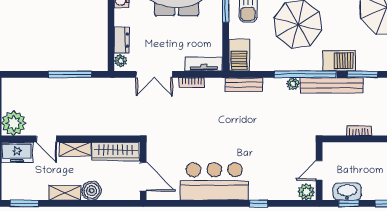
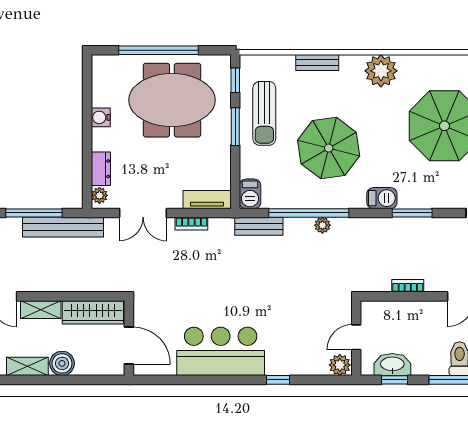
barbecue: (239, 55) -> (250, 194), width x0.73, depth x0.79
barbecue: (339, 61) -> (382, 198), width x0.73, depth x0.79
window: (305, 74) -> (309, 213), moved
bench: (332, 85) -> (63, 227), moved

